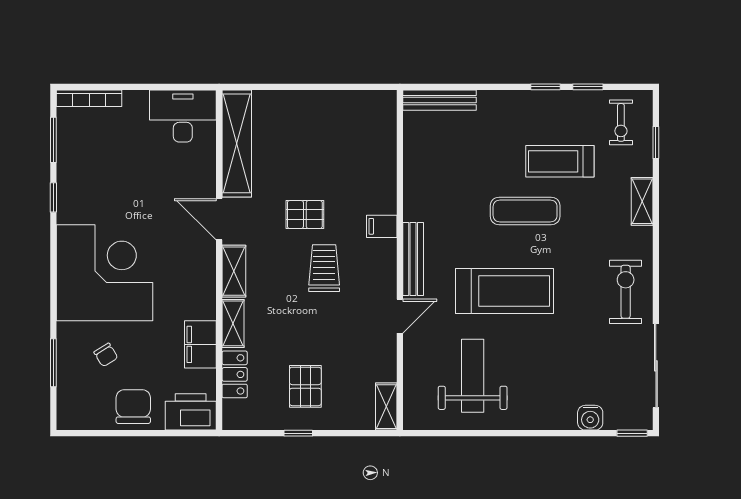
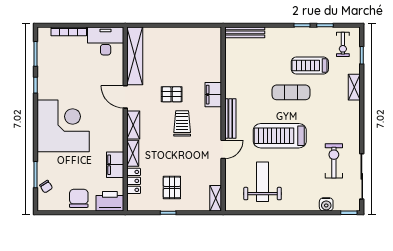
bookcase: (89, 98) -> (69, 31), moved
filing cabinet: (382, 226) -> (213, 95), width x2.00
treadmill: (504, 291) -> (280, 136), turned 180
exercise bike: (626, 292) -> (334, 161), moved
chair: (106, 355) -> (46, 187), moved

